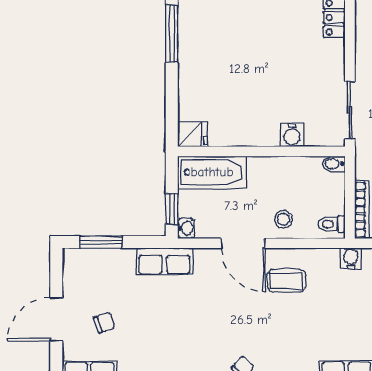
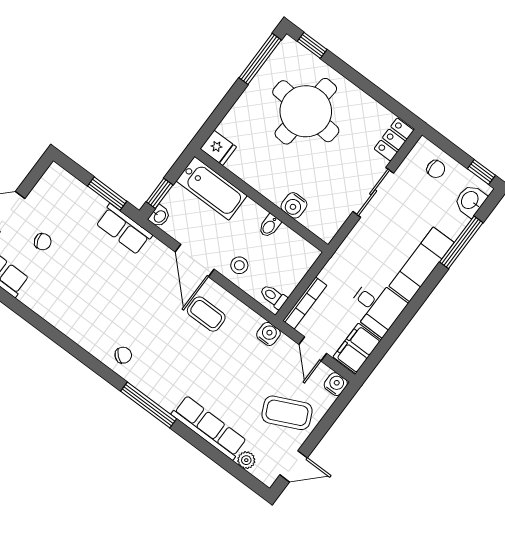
round table: (243, 49) -> (306, 111), added
sliding door: (350, 110) -> (373, 192), moved
bidet: (334, 164) -> (270, 226), moved, turned -90
window: (101, 242) -> (107, 194), moved

